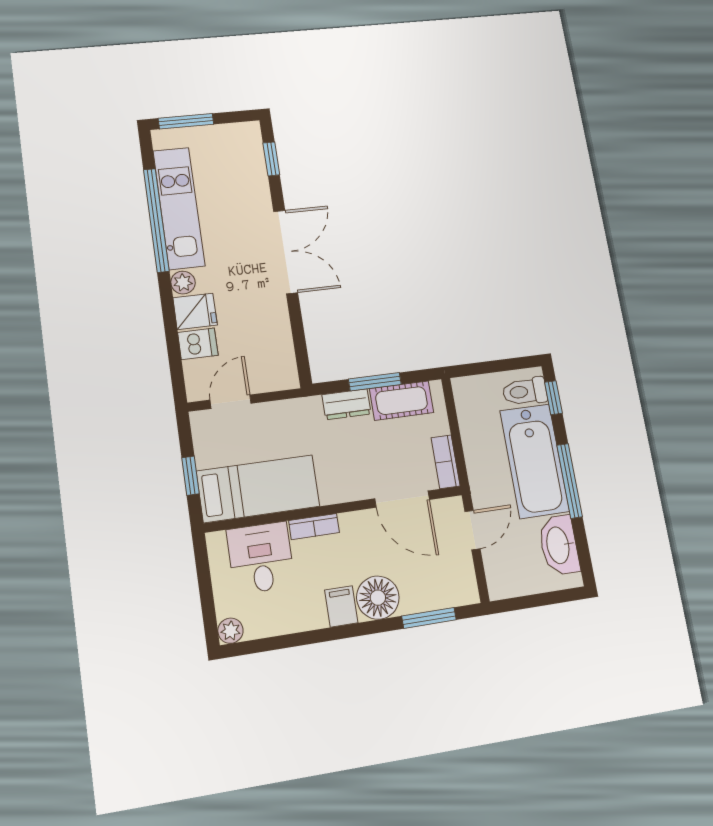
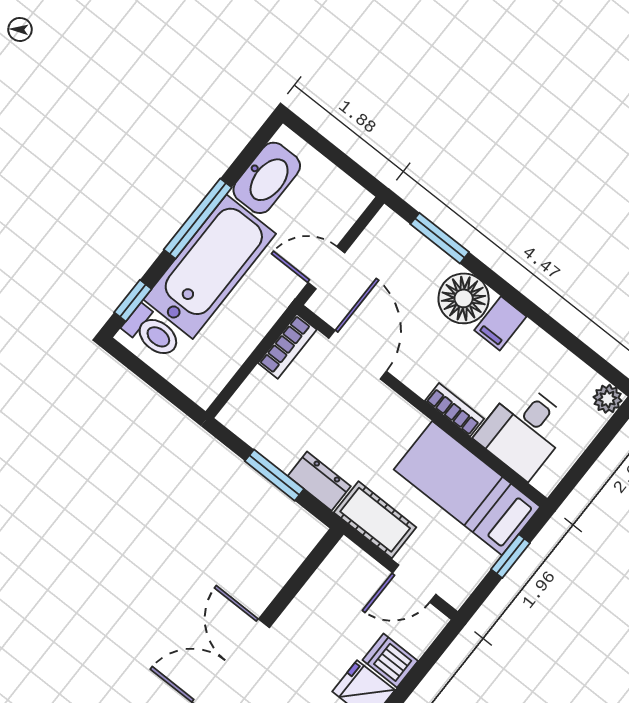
cot: (402, 401) -> (375, 520), moved

